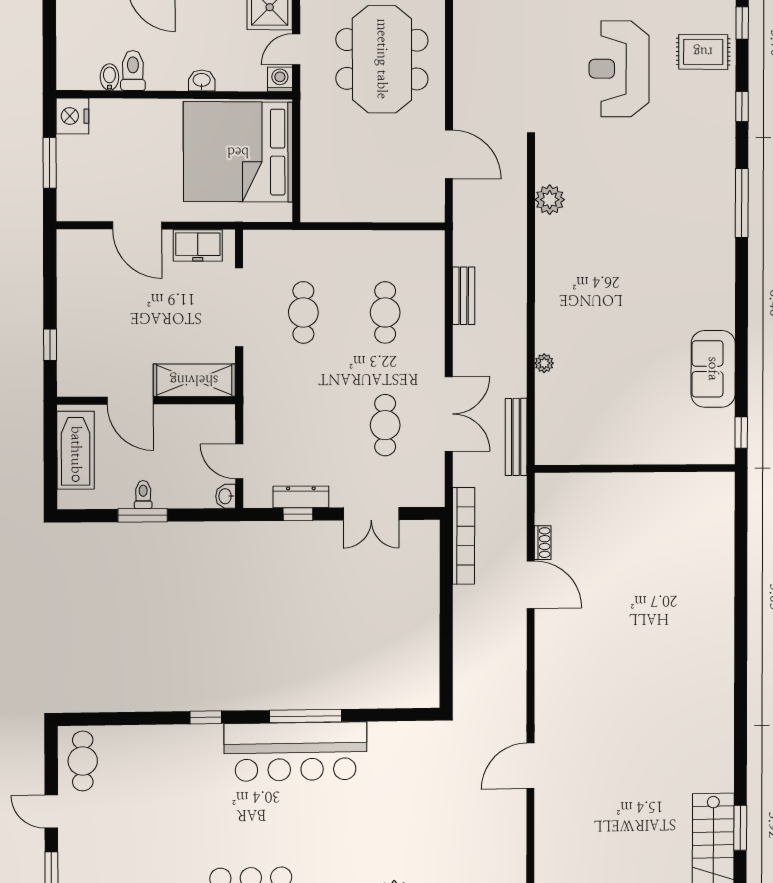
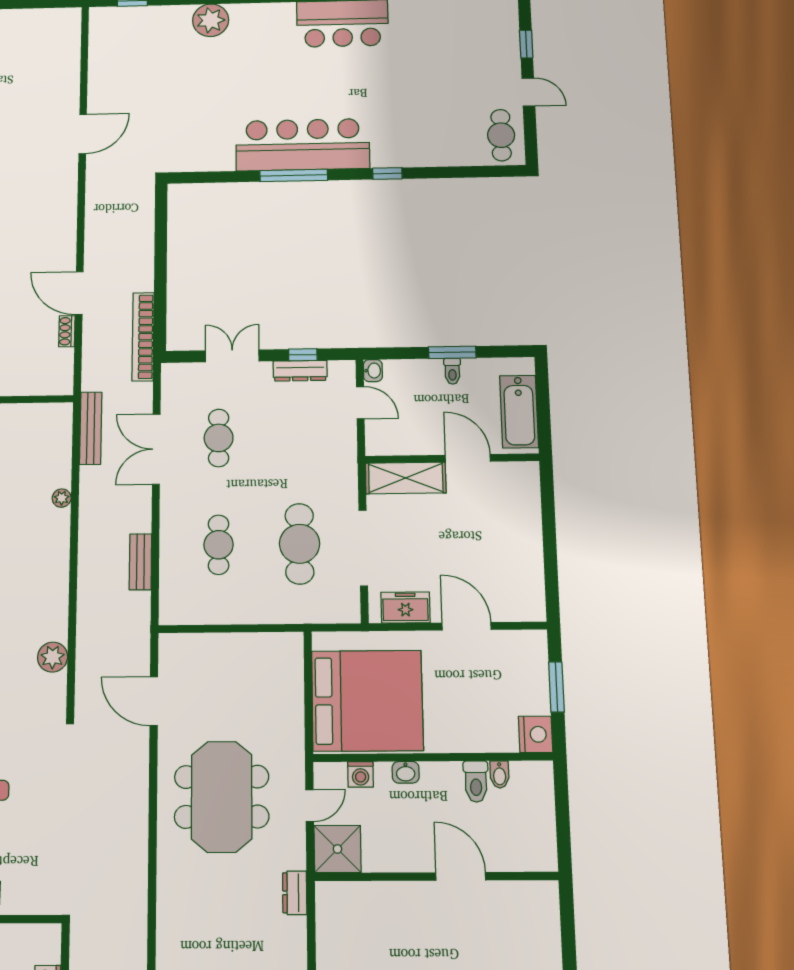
washing machine: (280, 79) -> (361, 774), moved
cafe table: (303, 312) -> (300, 544), width x1.37, depth x1.35
window: (50, 345) -> (548, 510), removed

